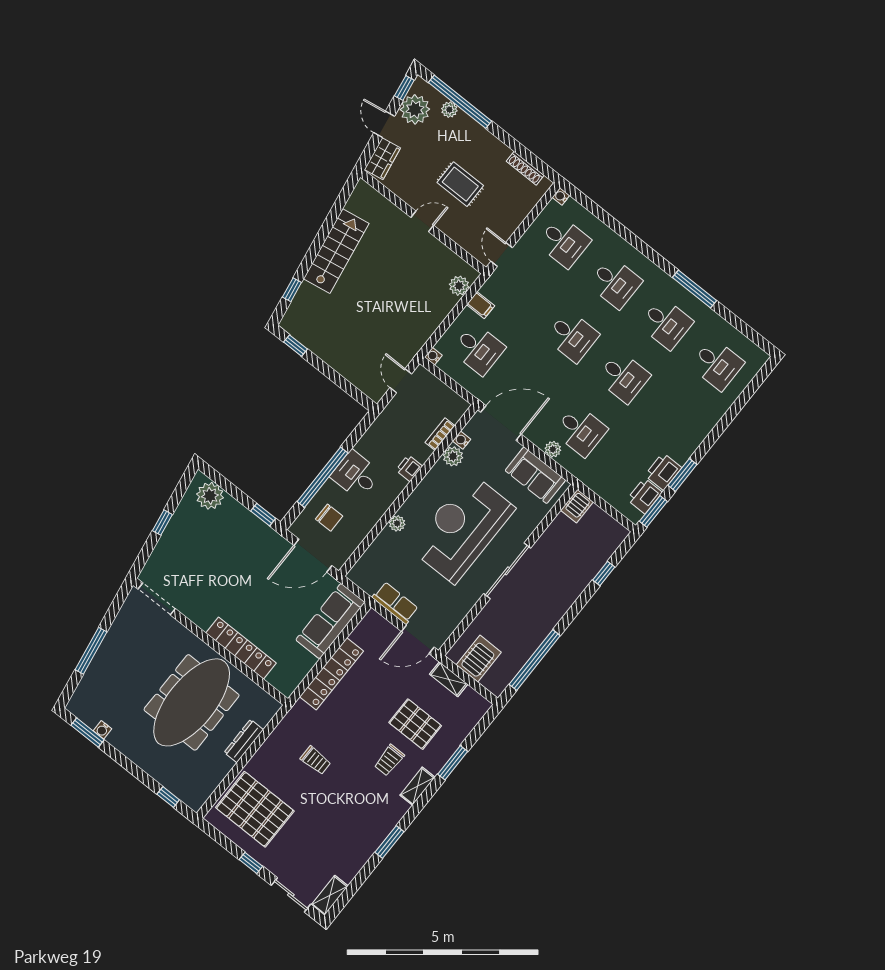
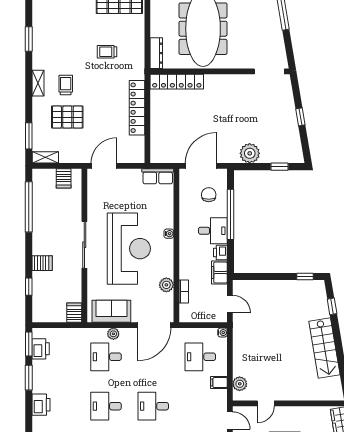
door: (422, 221) -> (266, 403), moved
filing cabinet: (385, 424) -> (219, 272), added
water cooler: (462, 440) -> (169, 234), moved
printer: (409, 468) -> (220, 252), moved, turned 180
printer: (663, 472) -> (41, 405), moved
plant: (210, 496) -> (250, 153), moved
window: (263, 515) -> (279, 167), moved
chair: (329, 518) -> (209, 195), turned 90
plant: (397, 523) -> (168, 222), removed
server rack: (569, 587) -> (42, 263), added
row of seats: (395, 603) -> (158, 176), moved
sofa: (330, 621) -> (161, 137), removed
locker: (241, 648) -> (177, 82), moved
server rack: (479, 659) -> (64, 178), width x0.73, depth x0.70
shelving: (449, 679) -> (45, 157), moved
dresser: (244, 741) -> (156, 53), moved
window: (453, 763) -> (29, 136), moved

